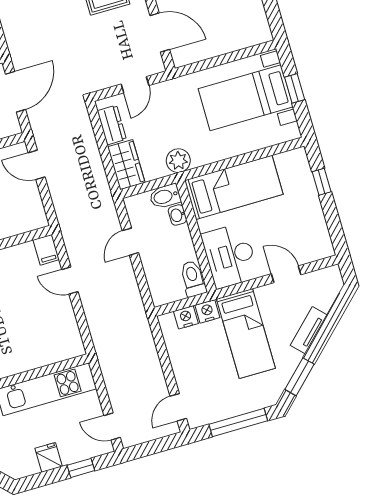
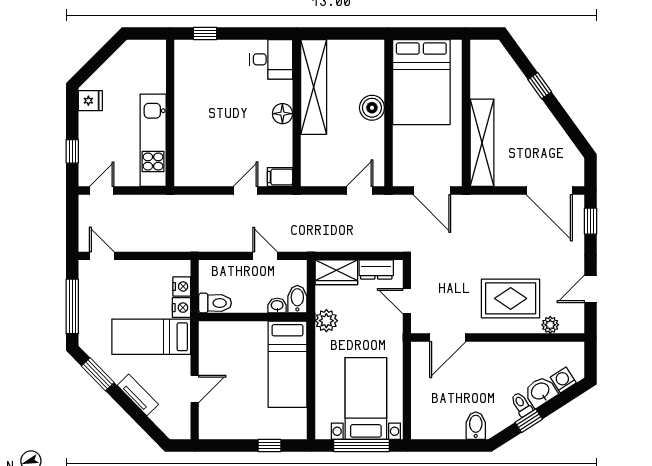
window: (295, 88) -> (362, 446), width x2.17
desk: (230, 256) -> (226, 343), removed
fridge: (49, 457) -> (90, 101), moved

